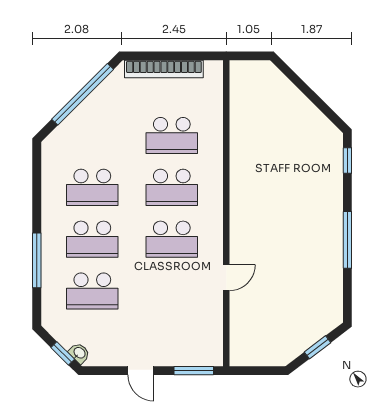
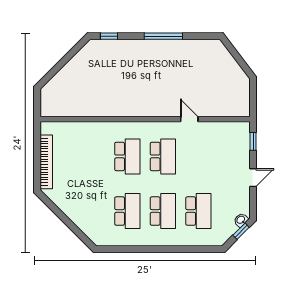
window: (83, 94) -> (63, 218), removed
school desk: (172, 136) -> (92, 156), removed
window: (37, 260) -> (177, 249), removed
window: (318, 347) -> (237, 57), removed
window: (194, 371) -> (253, 141), width x0.67

